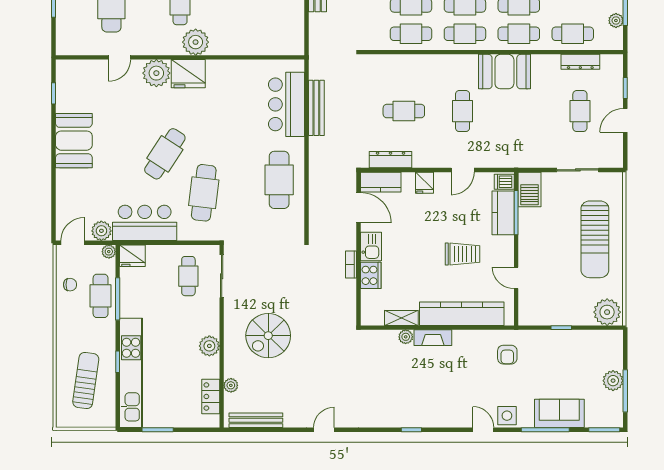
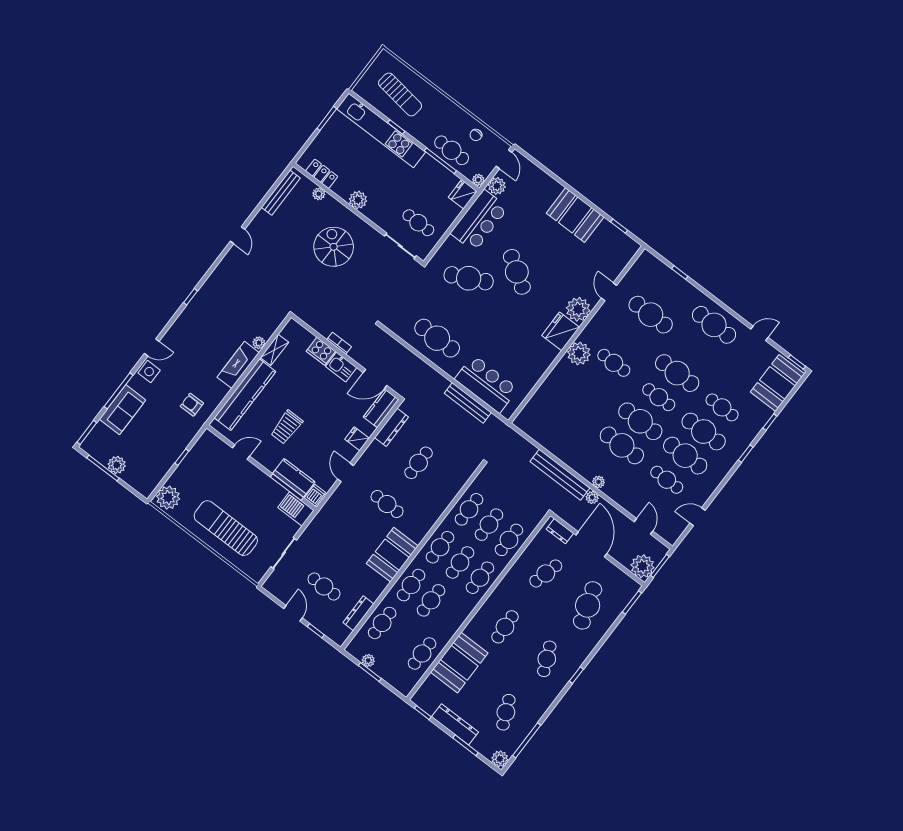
cafe table: (204, 193) -> (469, 278), turned -33
fireplace: (433, 338) -> (238, 365), width x1.37, depth x1.32

